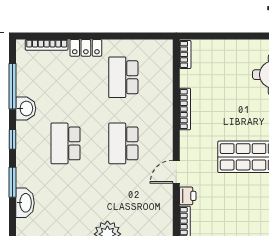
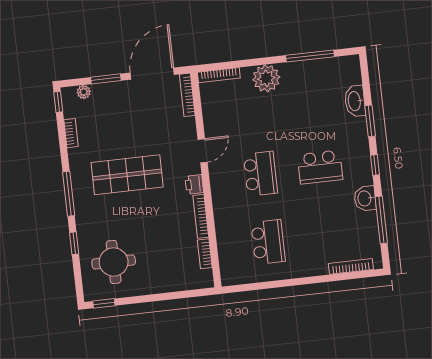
locker: (86, 48) -> (310, 268), removed
bookcase: (185, 54) -> (205, 254), moved
school desk: (65, 143) -> (320, 167), turned 90
printer: (188, 196) -> (194, 184), moved

